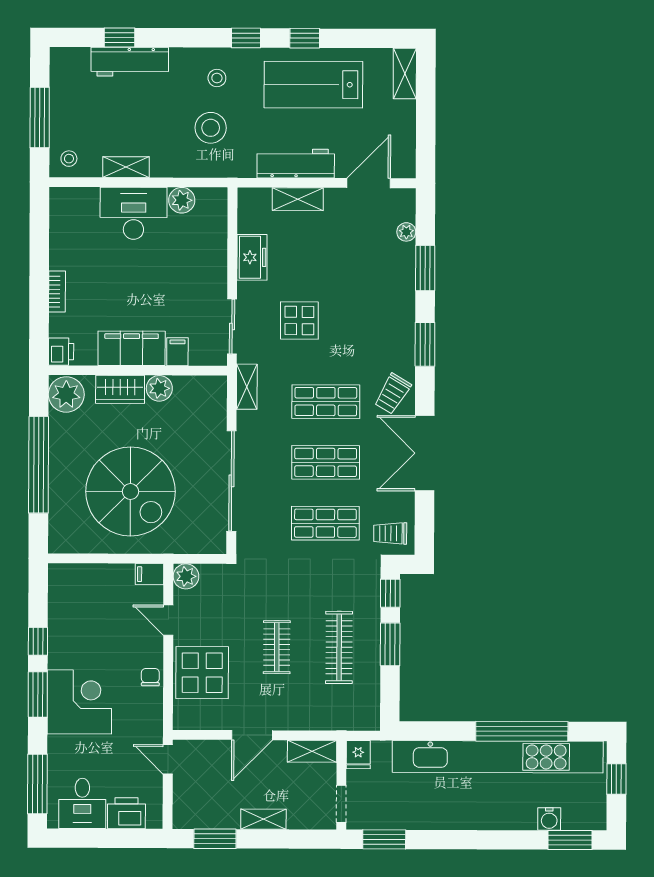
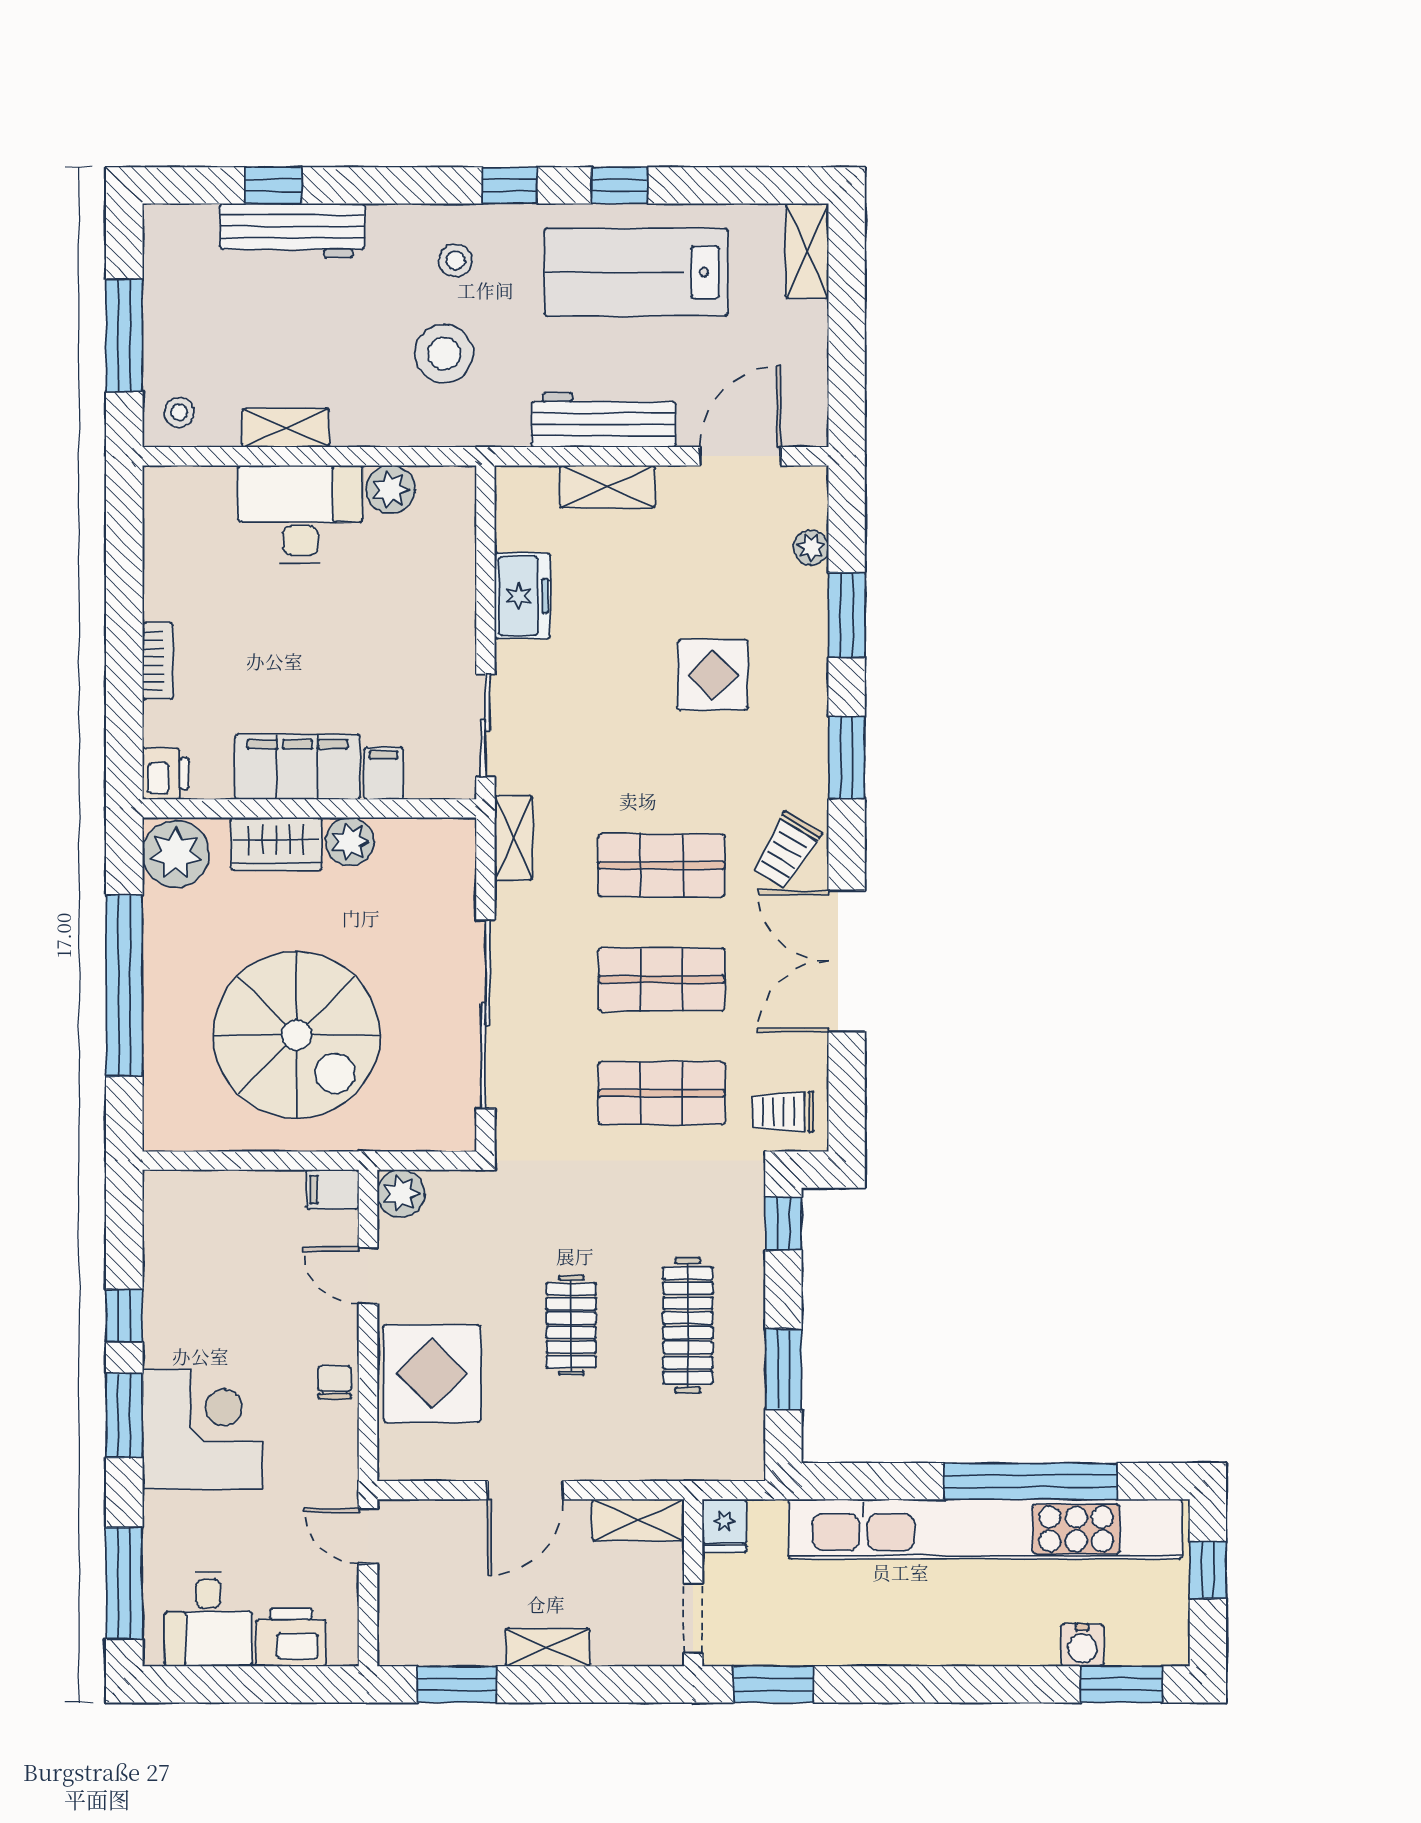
display table: (299, 321) -> (713, 675), moved
window: (390, 644) -> (783, 1369), moved

